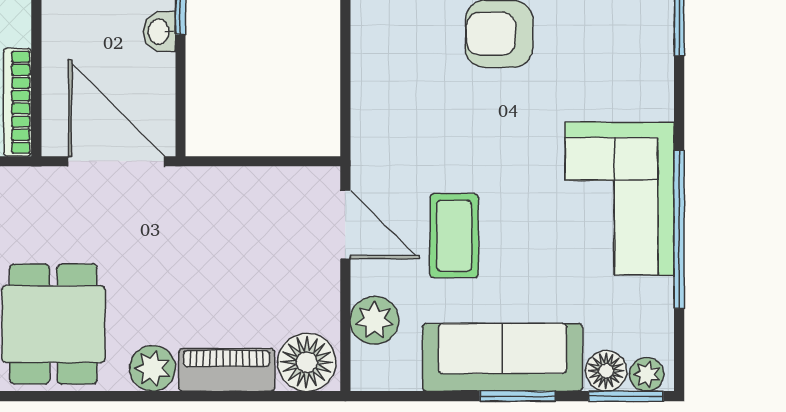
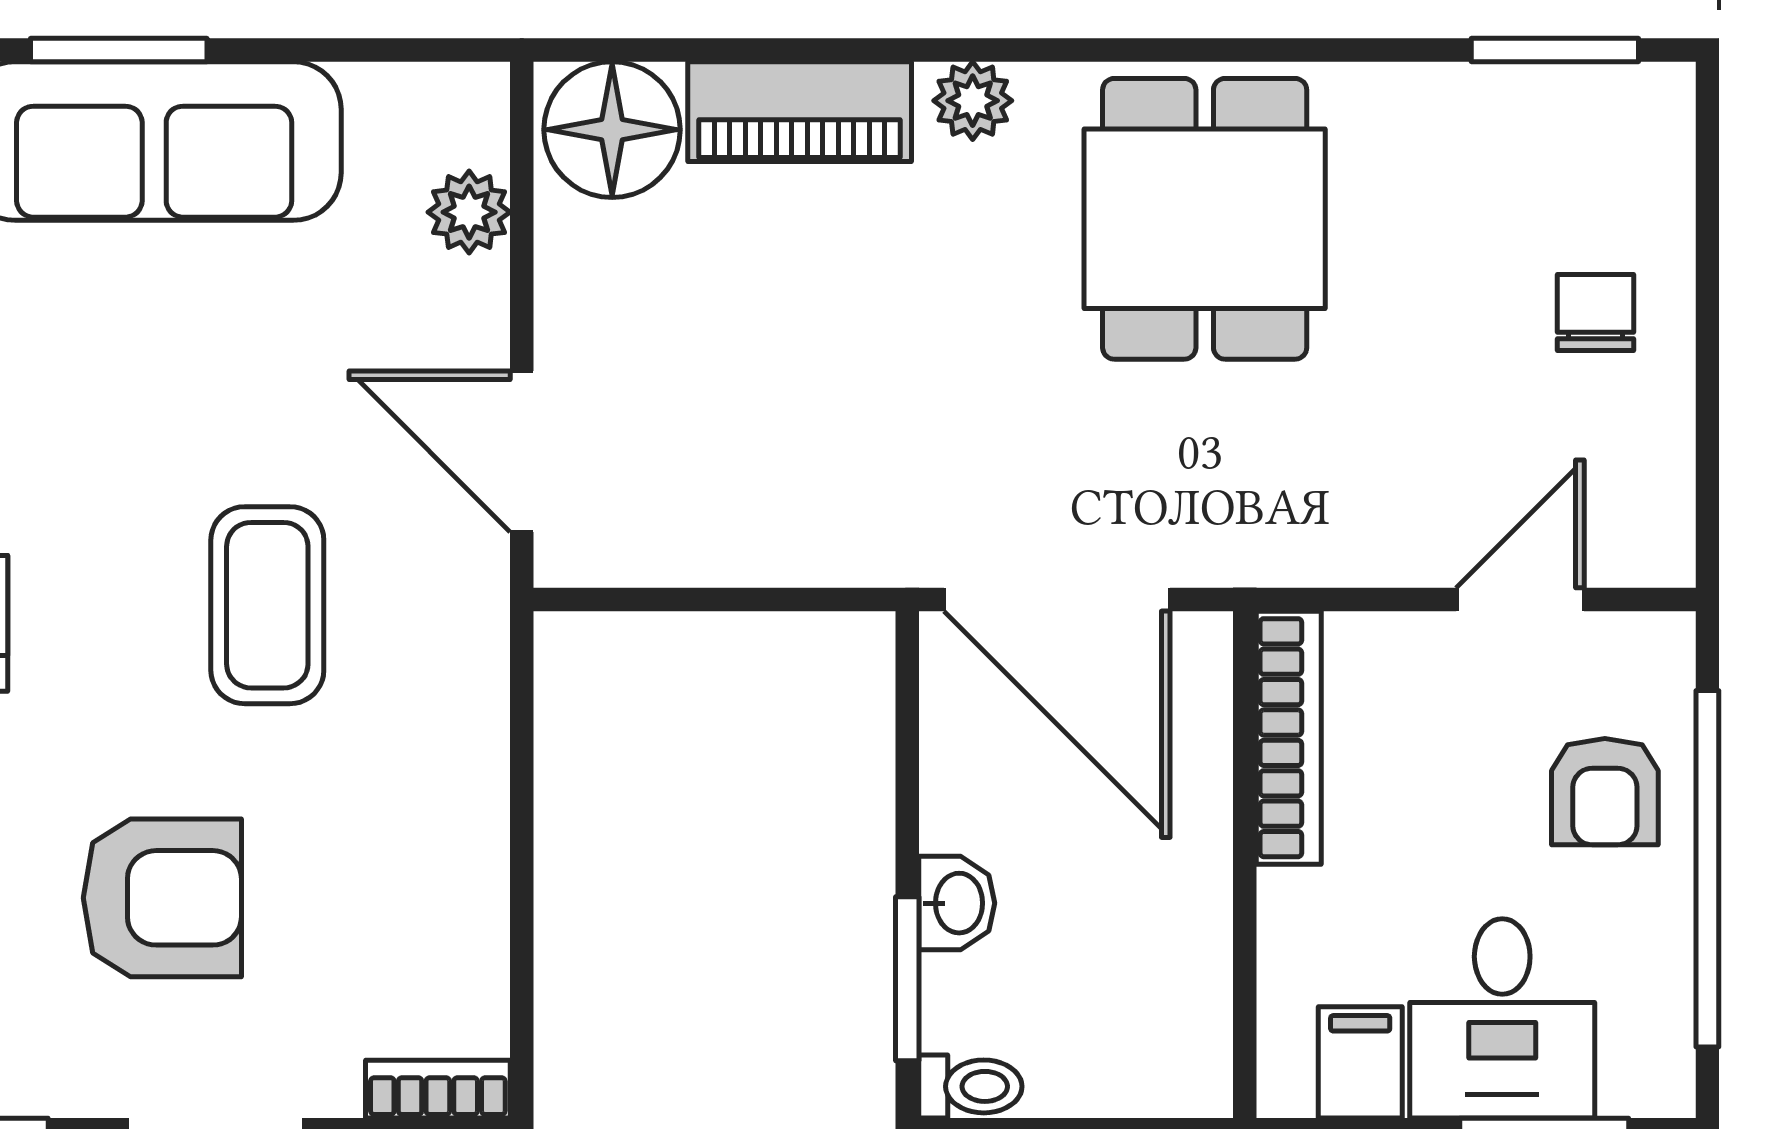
coffee table: (454, 236) -> (267, 605), moved
plant: (374, 320) -> (469, 212), width x0.73, depth x0.73
plant: (153, 368) -> (973, 101), width x0.73, depth x0.73

